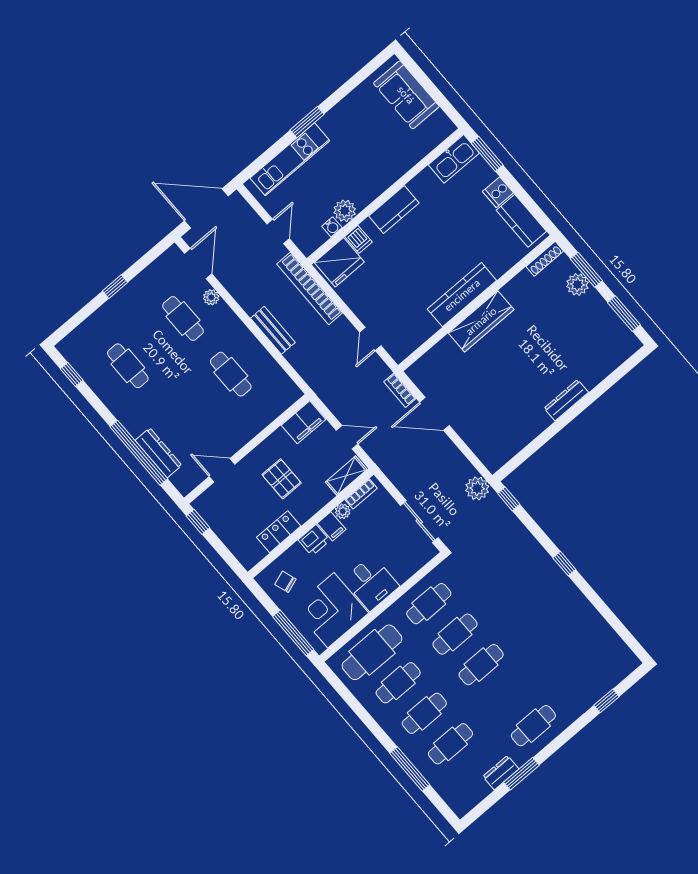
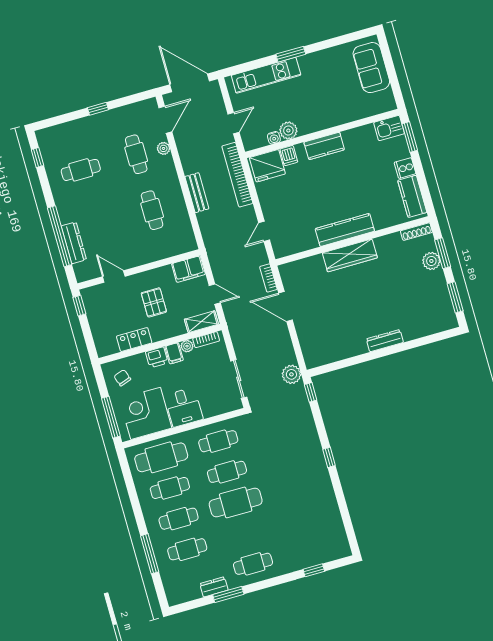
kitchen sink: (454, 159) -> (389, 128), width x0.73
cafe table: (128, 366) -> (81, 170), turned 90
cafe table: (481, 665) -> (236, 502), width x1.37, depth x1.35

